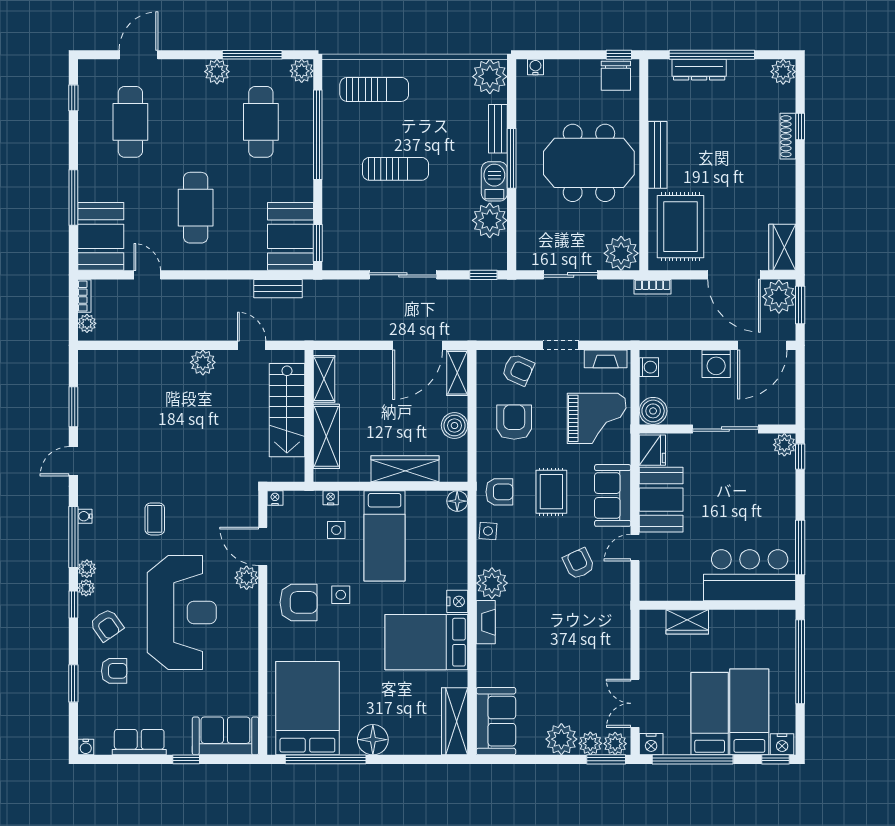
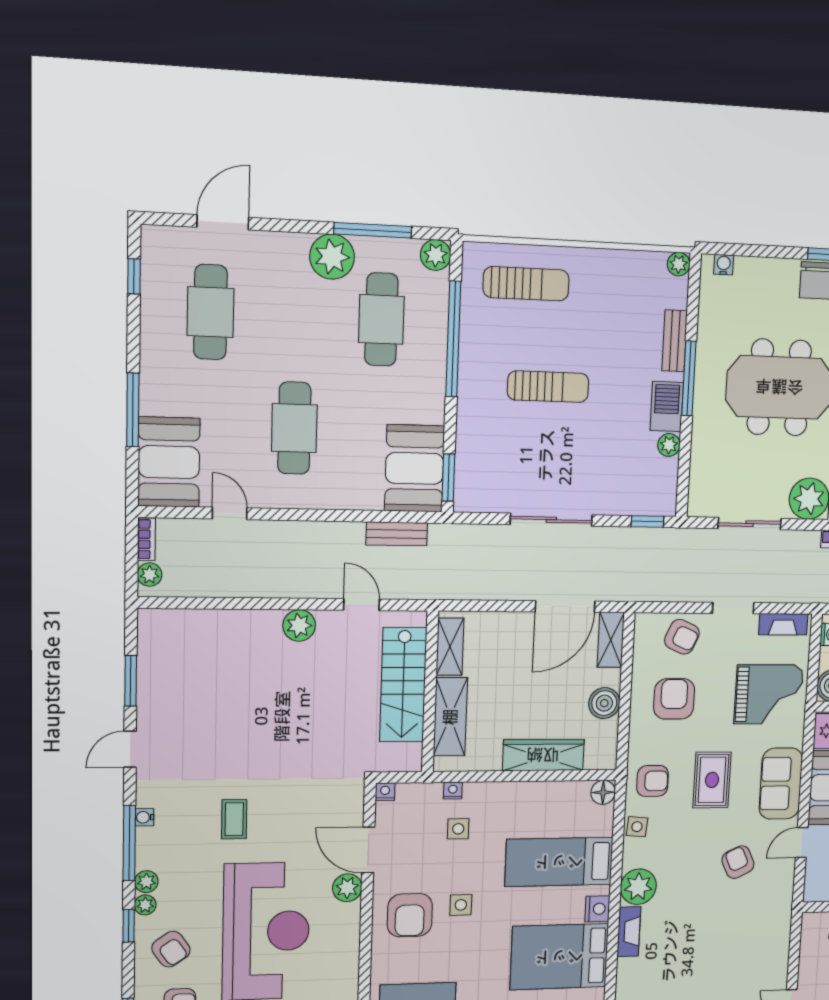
plant: (217, 72) -> (332, 257), width x1.36, depth x1.36
plant: (490, 77) -> (679, 264), width x0.53, depth x0.53
plant: (490, 220) -> (669, 445), width x0.53, depth x0.53
bed: (385, 536) -> (559, 862), moved, turned 90
armchair: (299, 602) -> (410, 915), turned 90

